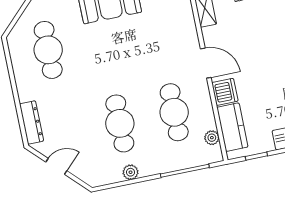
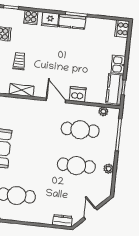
door: (206, 63) -> (56, 100), hinge flipped
dresser: (31, 122) -> (62, 221), width x0.70
kitchen counter: (232, 127) -> (115, 89), moved, turned -90

